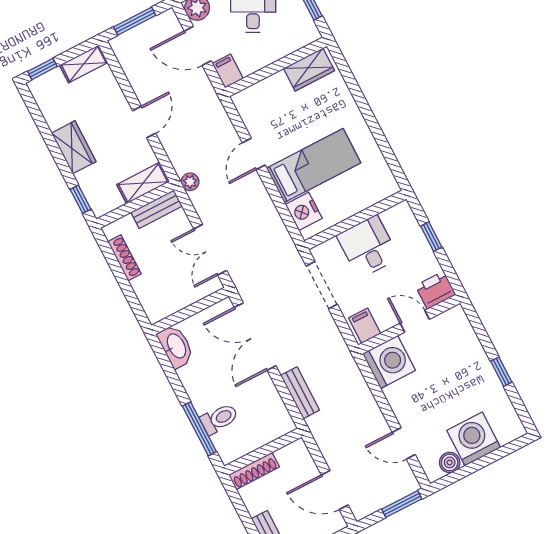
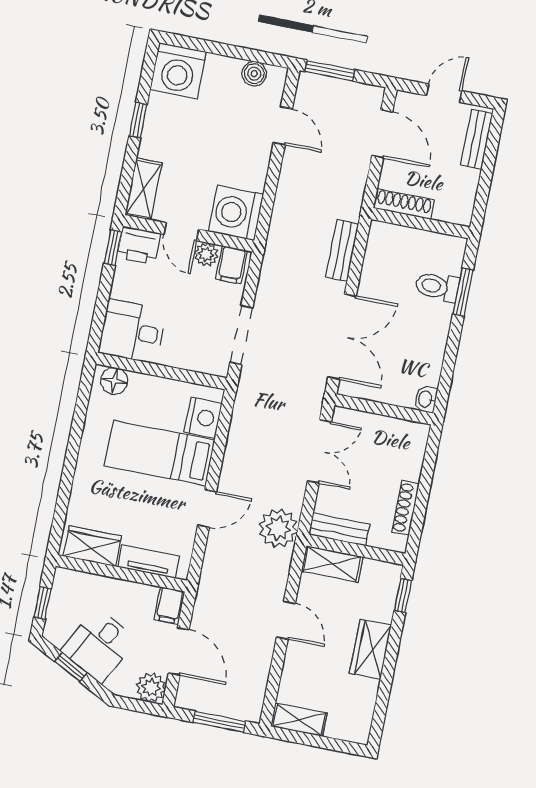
window: (42, 69) -> (341, 746), removed
tv unit: (264, 89) -> (149, 562), added
door: (144, 122) -> (286, 620), swing flipped
plant: (190, 182) -> (278, 528), width x1.88, depth x1.88
floor lamp: (381, 189) -> (114, 381), added
window: (431, 237) -> (113, 248), moved
desk: (368, 247) -> (132, 331), moved, turned 90
plant: (387, 320) -> (206, 254), added
shelving: (462, 329) -> (143, 189), added
washbasin: (176, 346) -> (426, 399), width x0.52, depth x0.69
window: (199, 429) -> (463, 292), width x0.69
washing machine: (474, 439) -> (178, 71), moved
shoe rack: (254, 471) -> (404, 204), moved

